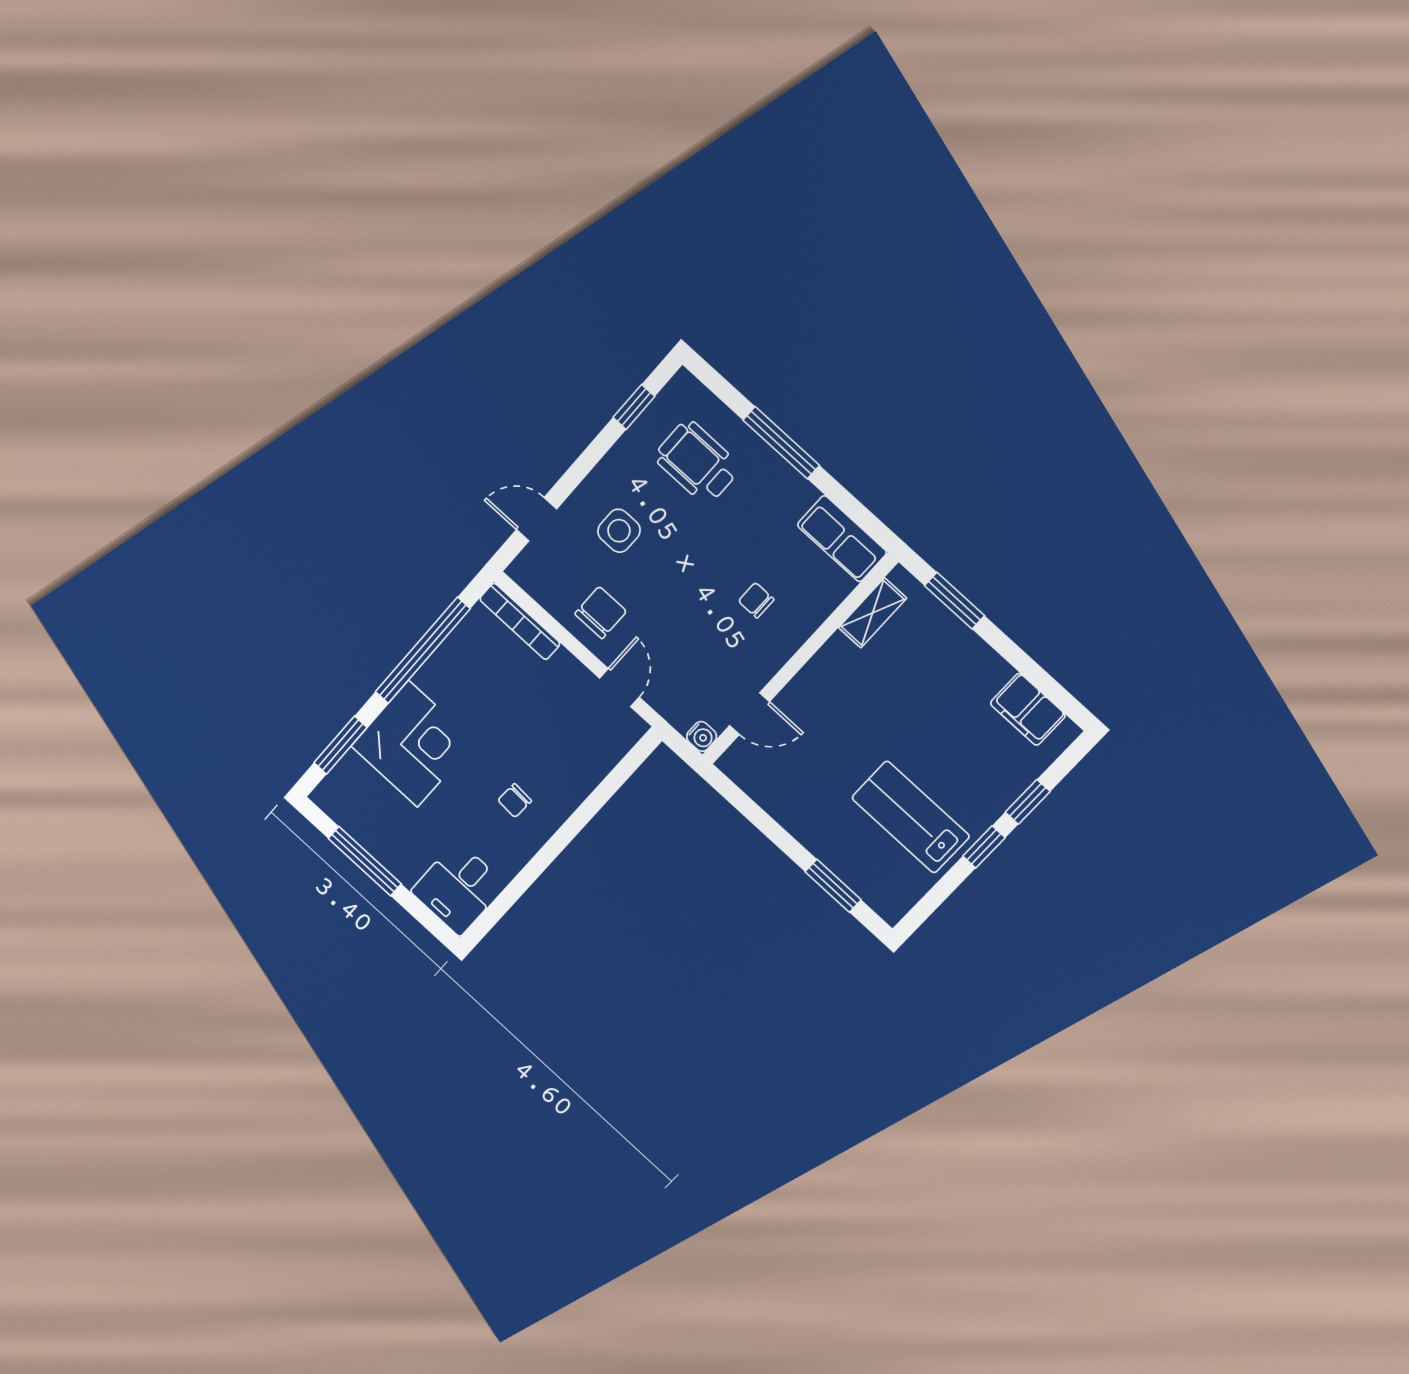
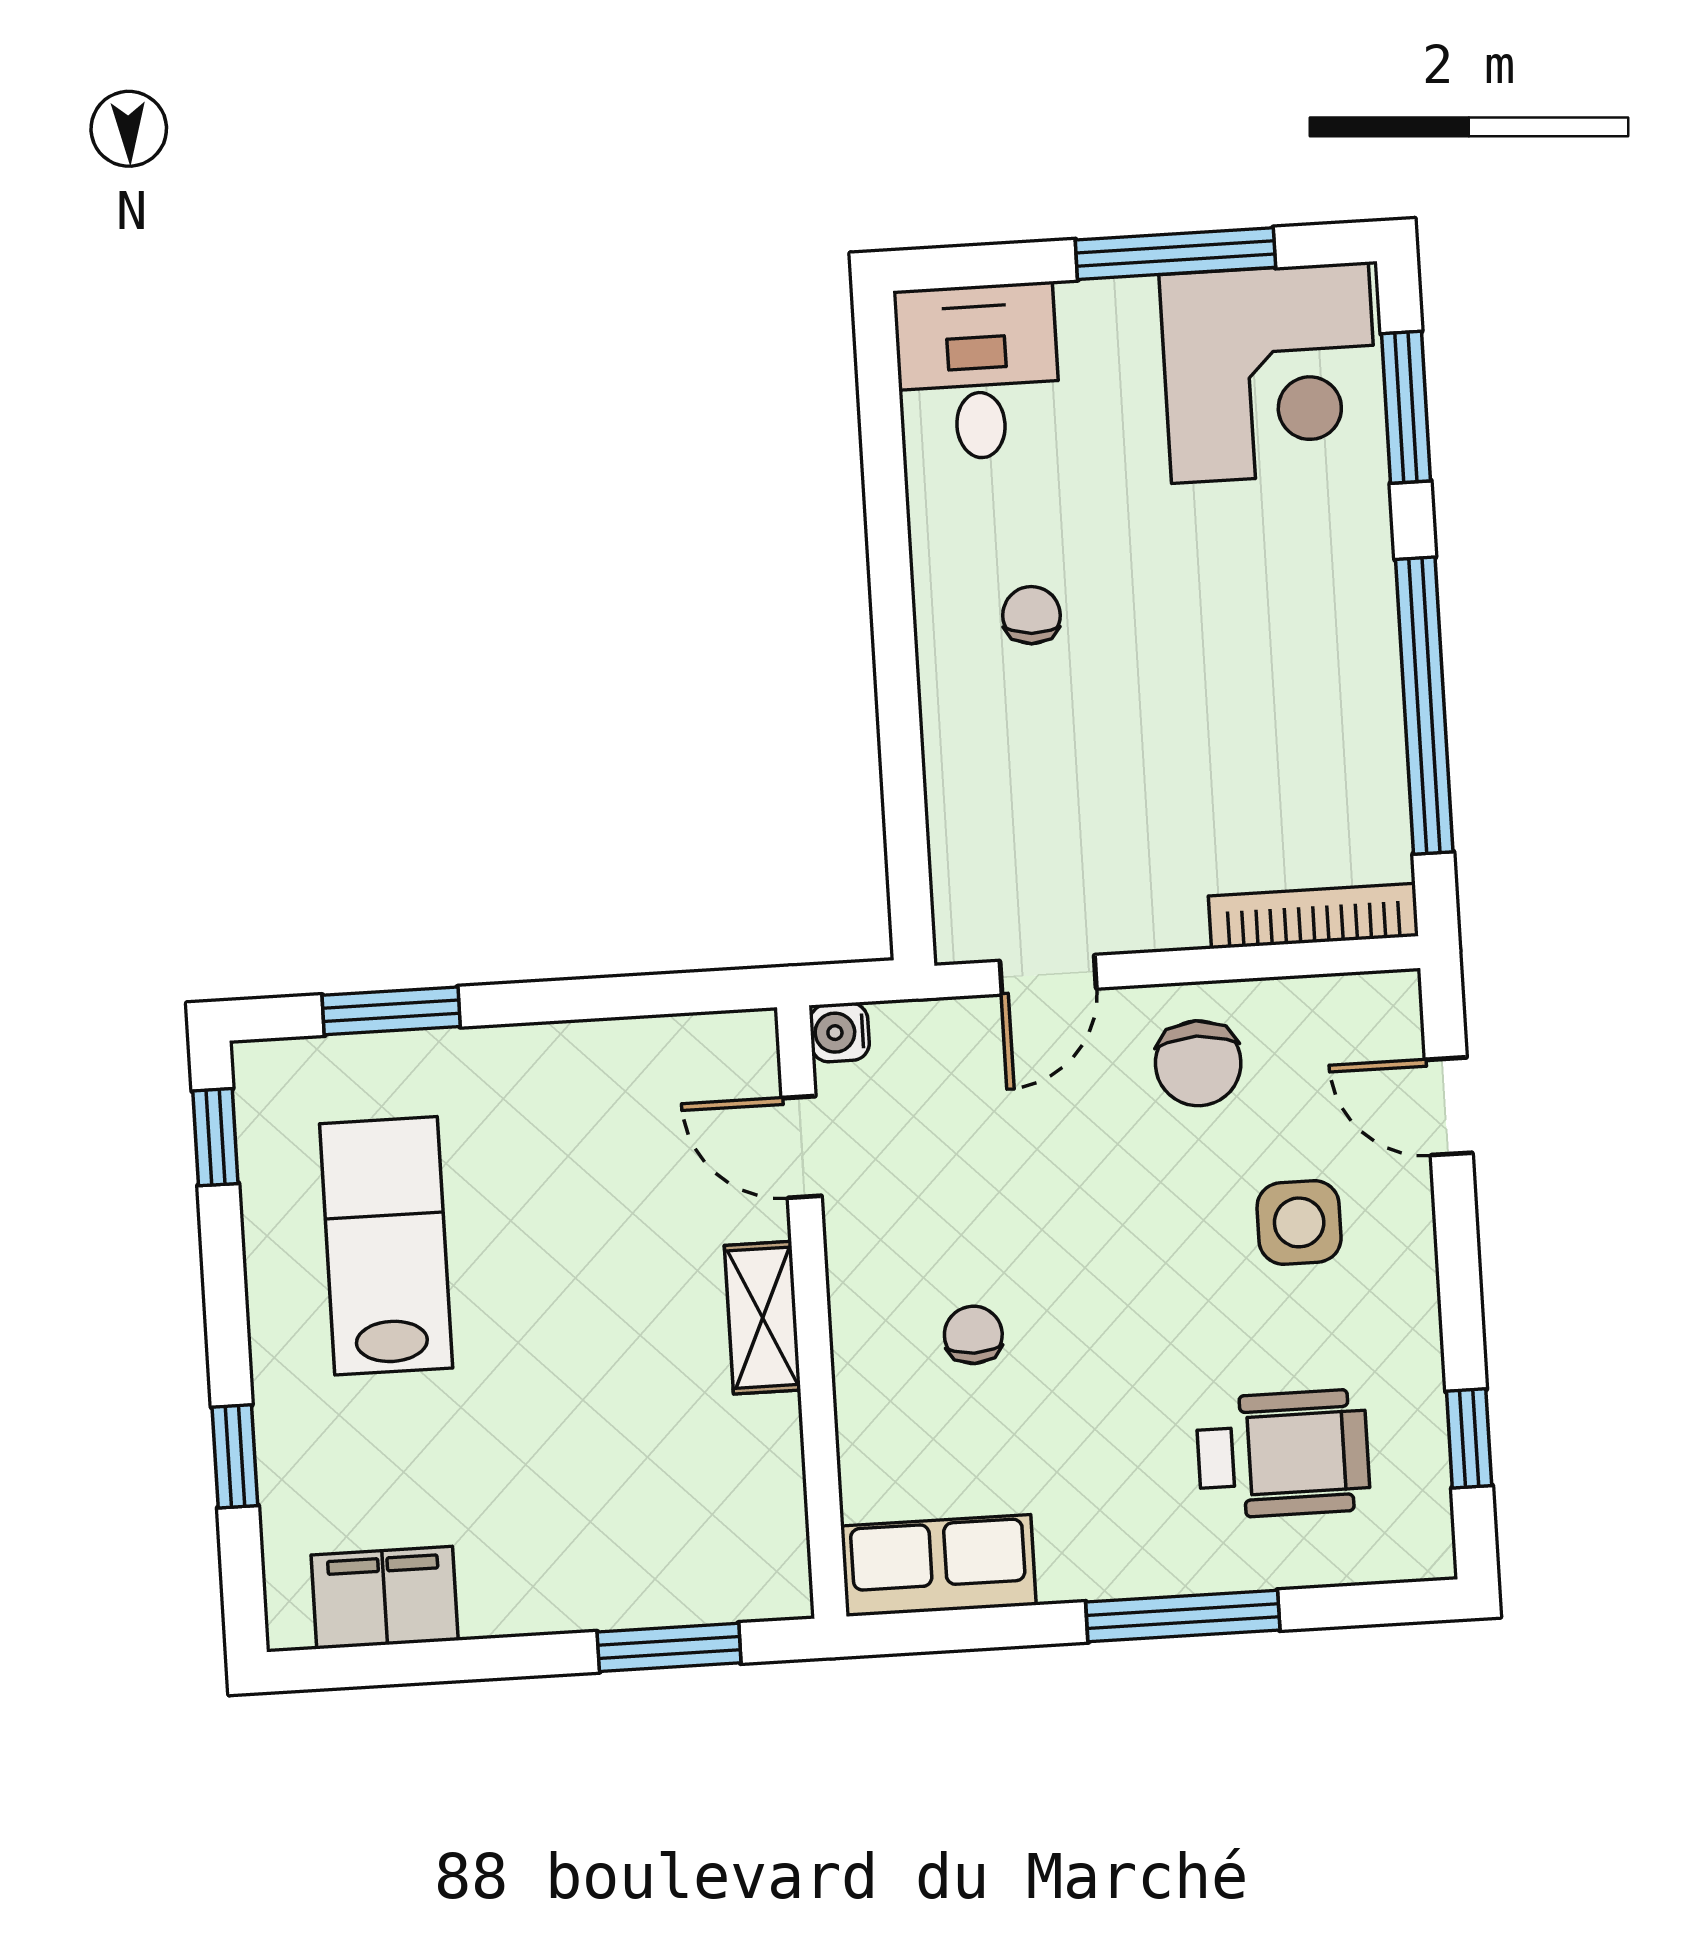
door: (536, 519) -> (1449, 1106), swing flipped
chair: (756, 600) -> (973, 1335), turned -90
shelving: (873, 613) -> (763, 1318), moved
door: (619, 688) -> (1048, 975), hinge flipped
door: (750, 714) -> (802, 1147), hinge flipped
corner desk: (413, 744) -> (1270, 373), moved, turned -90
lab bench: (911, 817) -> (386, 1246), turned -90
window: (984, 847) -> (215, 1137), moved

